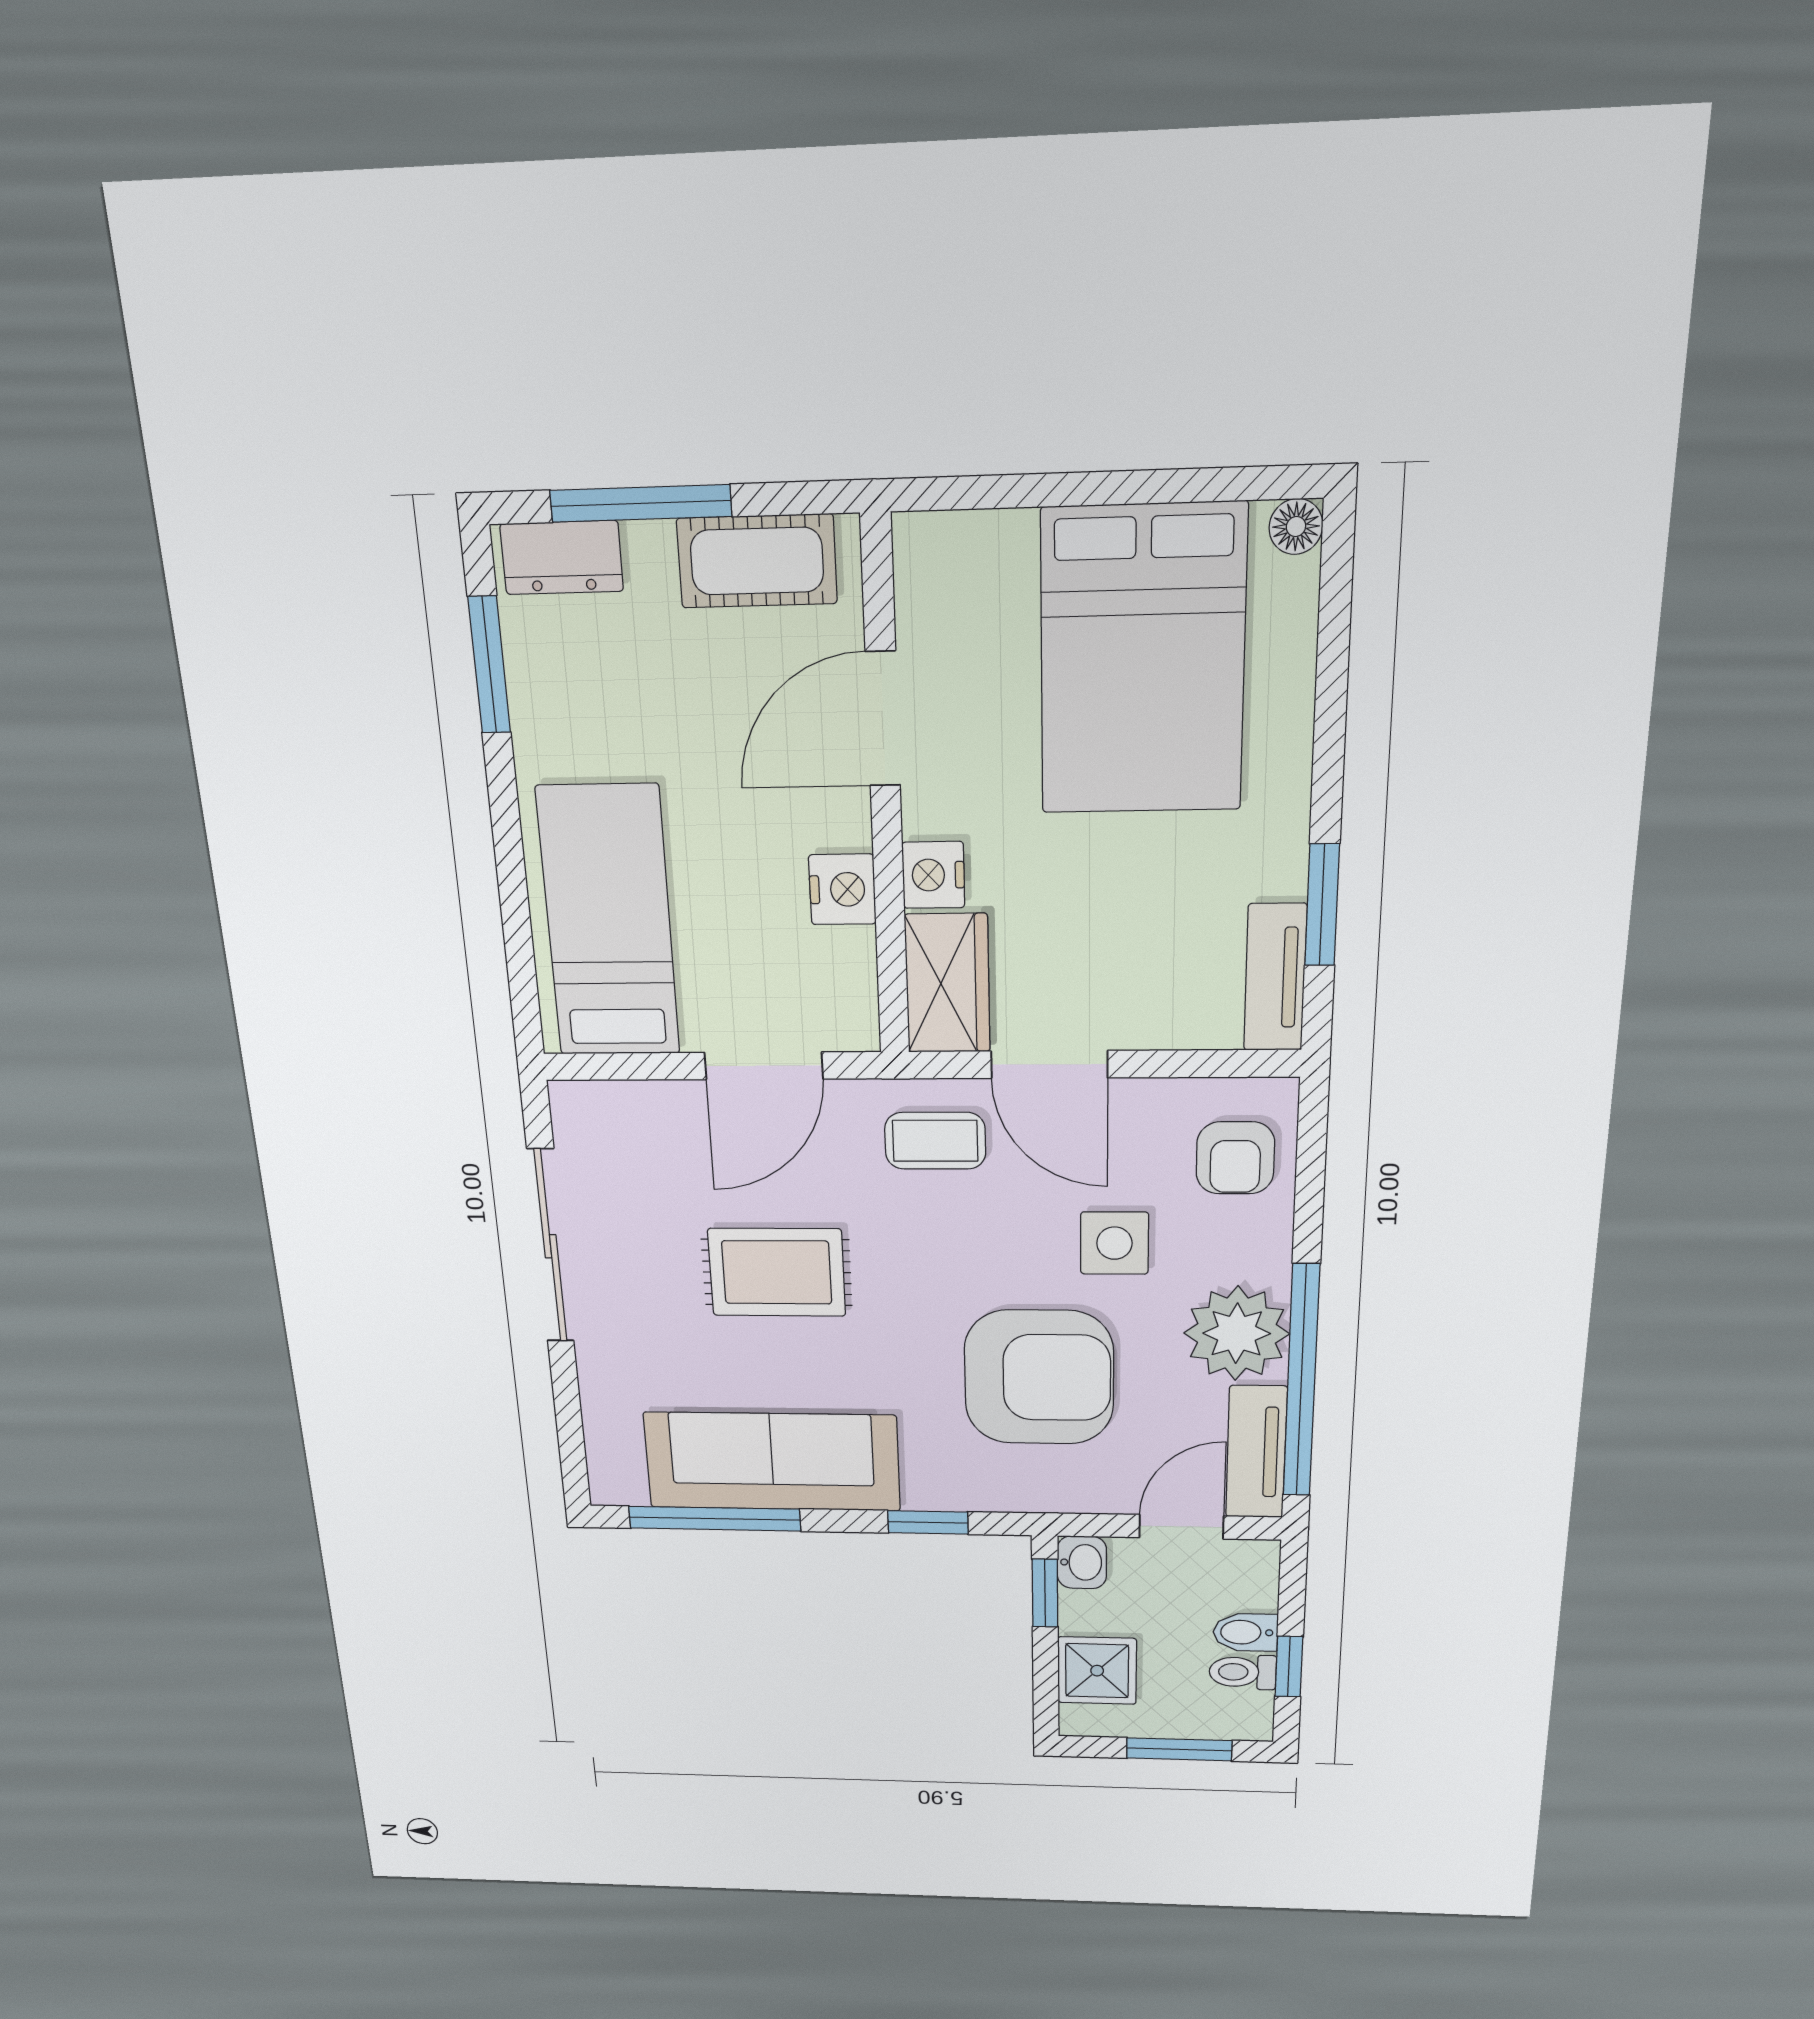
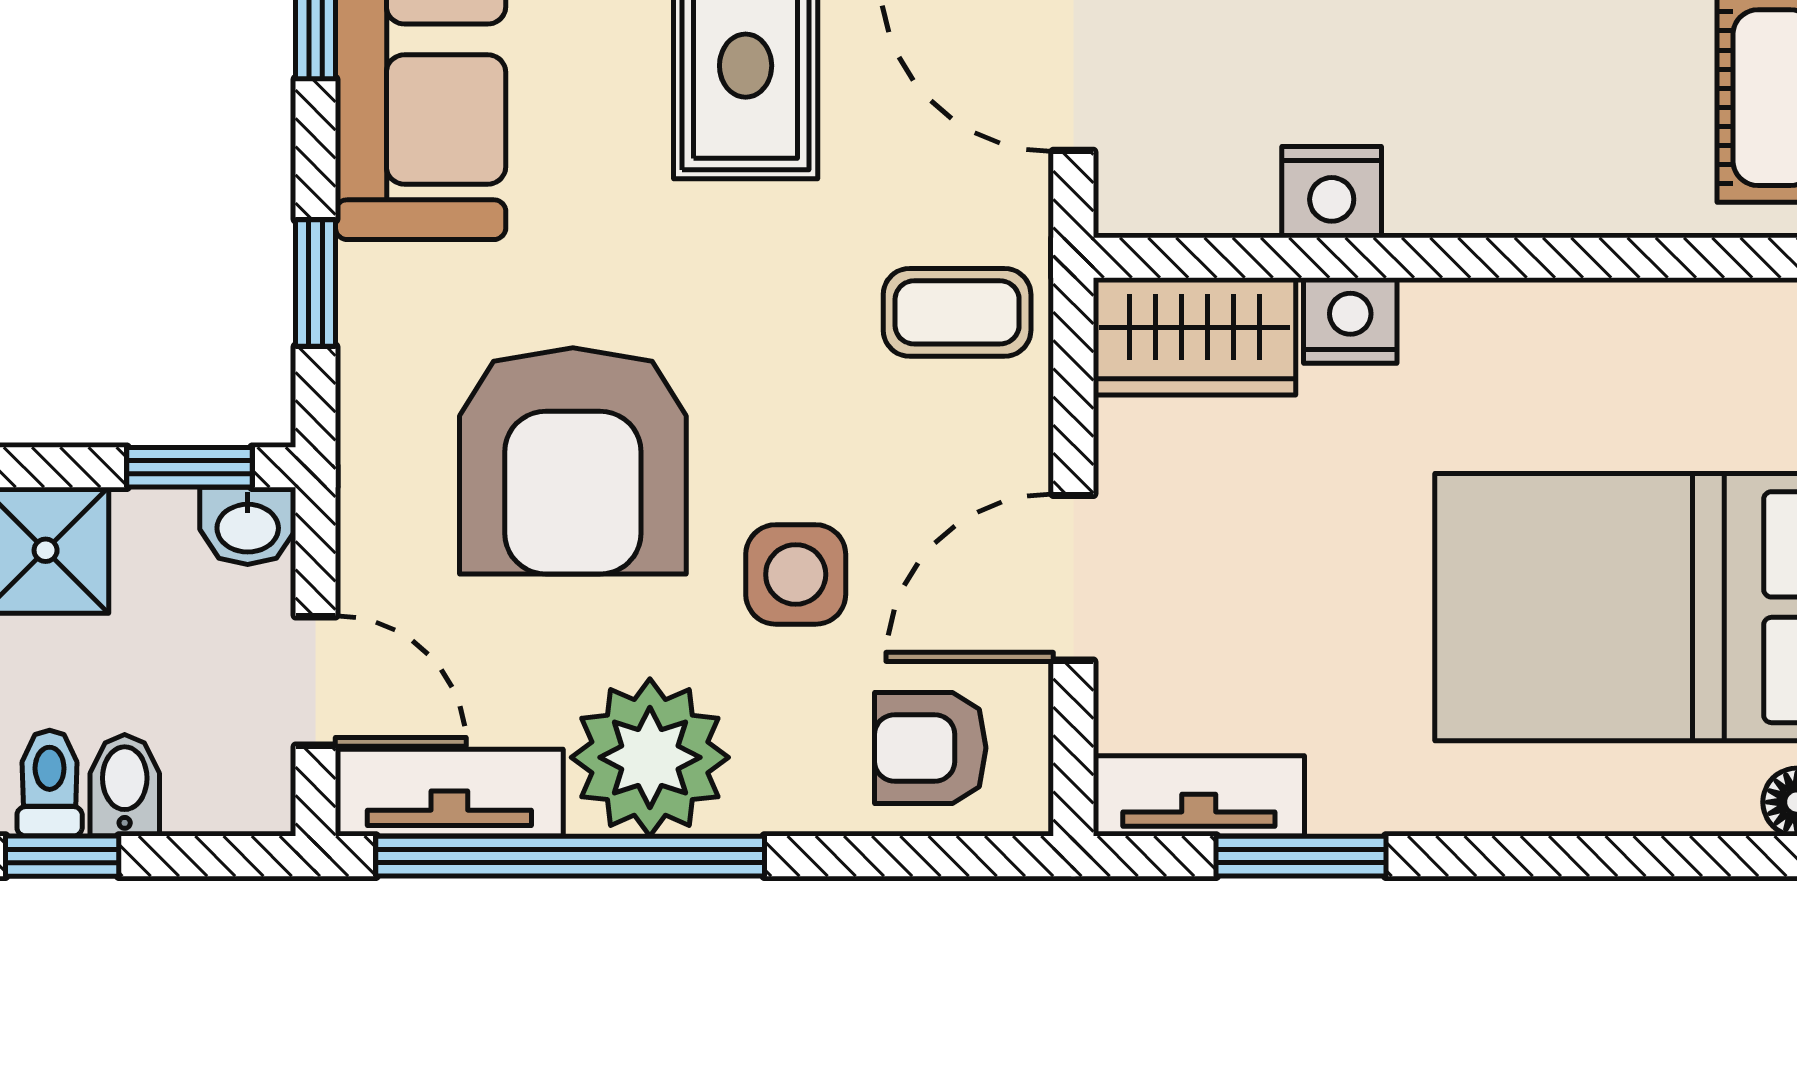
door: (883, 719) -> (1565, 258), removed
door: (1049, 1064) -> (1073, 578), moved
coffee table: (935, 1141) -> (957, 312), turned 90

